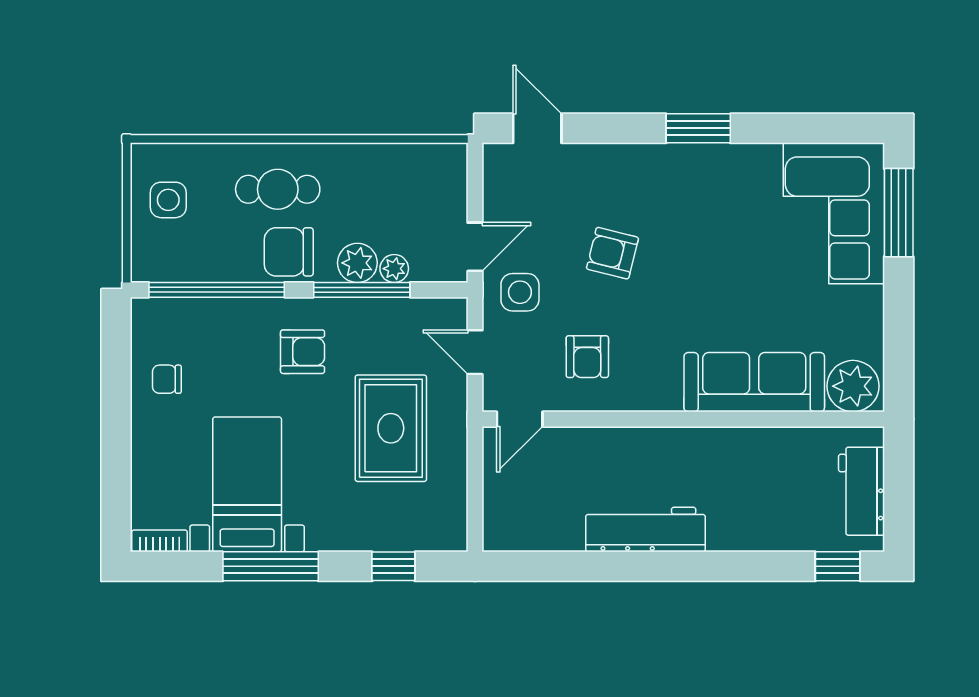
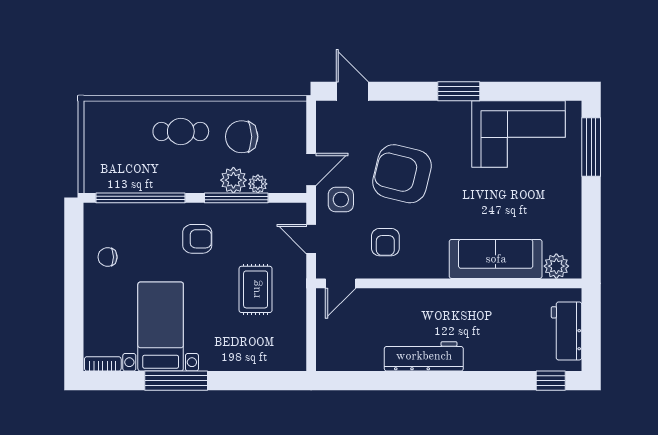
side table: (168, 200) -> (109, 139), removed
corner sofa: (834, 213) -> (518, 134), moved, turned -90
chair: (289, 252) -> (242, 137), moved
armchair: (612, 253) -> (402, 174), width x1.88, depth x1.88
plant: (853, 386) -> (556, 266), width x0.73, depth x0.73
rug: (391, 428) -> (256, 289), width x0.73, depth x0.70
window: (393, 566) -> (257, 381), removed

